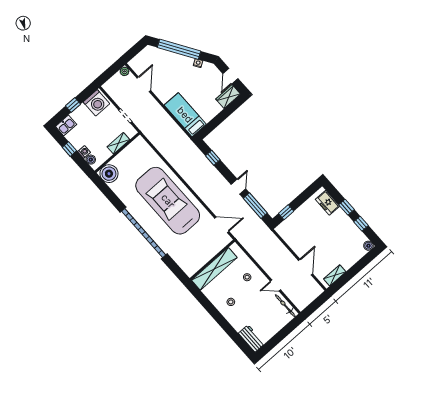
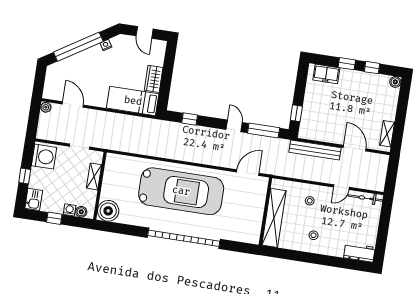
wardrobe: (228, 97) -> (154, 79), moved
car: (168, 201) -> (181, 191), turned 180
bench: (278, 247) -> (315, 150), added

